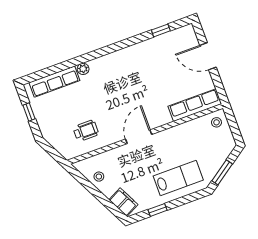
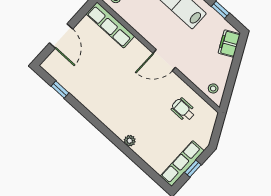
row of seats: (54, 82) -> (182, 163), moved, turned -90
stool: (99, 177) -> (213, 88), moved

